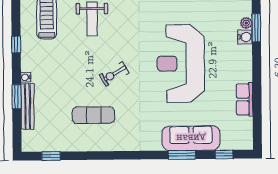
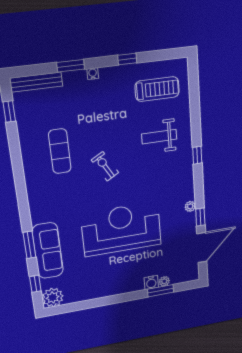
row of seats: (244, 99) -> (92, 292), removed
bench: (27, 106) -> (36, 82), moved
plant: (242, 139) -> (53, 297), added

